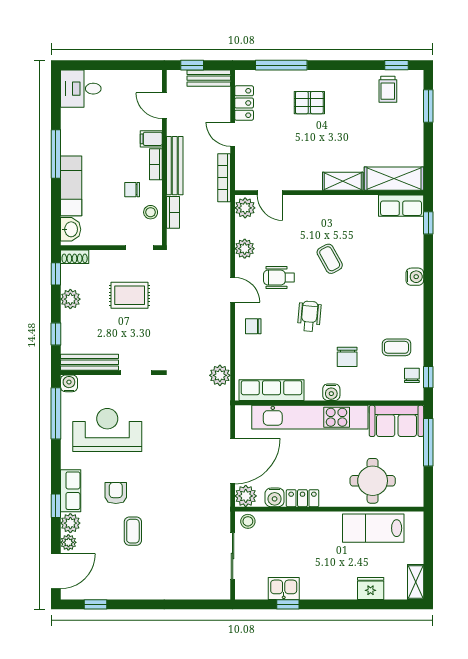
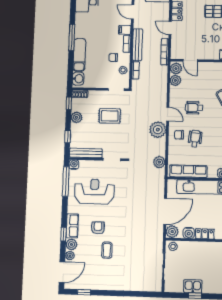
plant: (245, 249) -> (175, 80), moved
wheelchair: (309, 316) -> (195, 139), moved
plant: (216, 318) -> (158, 130), added

